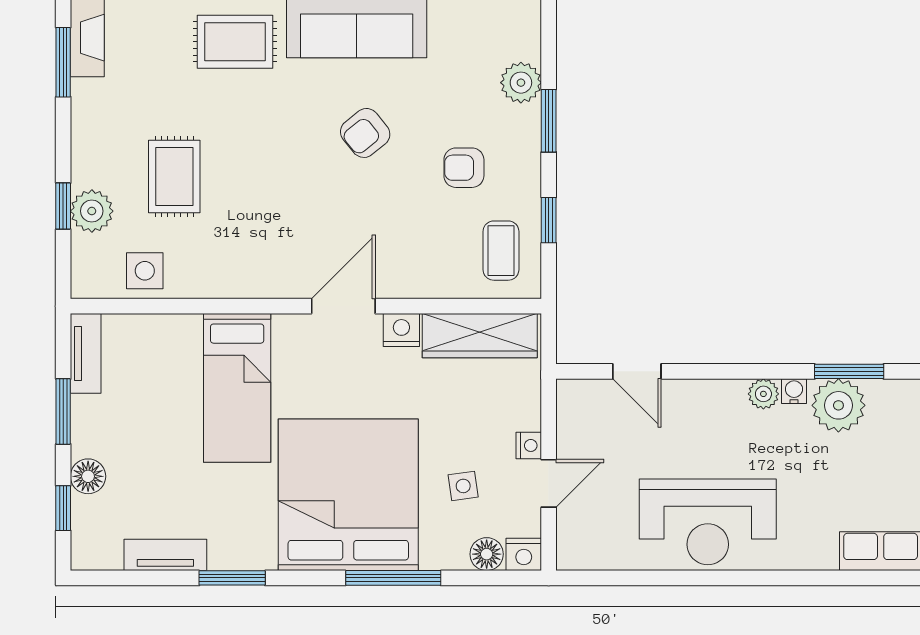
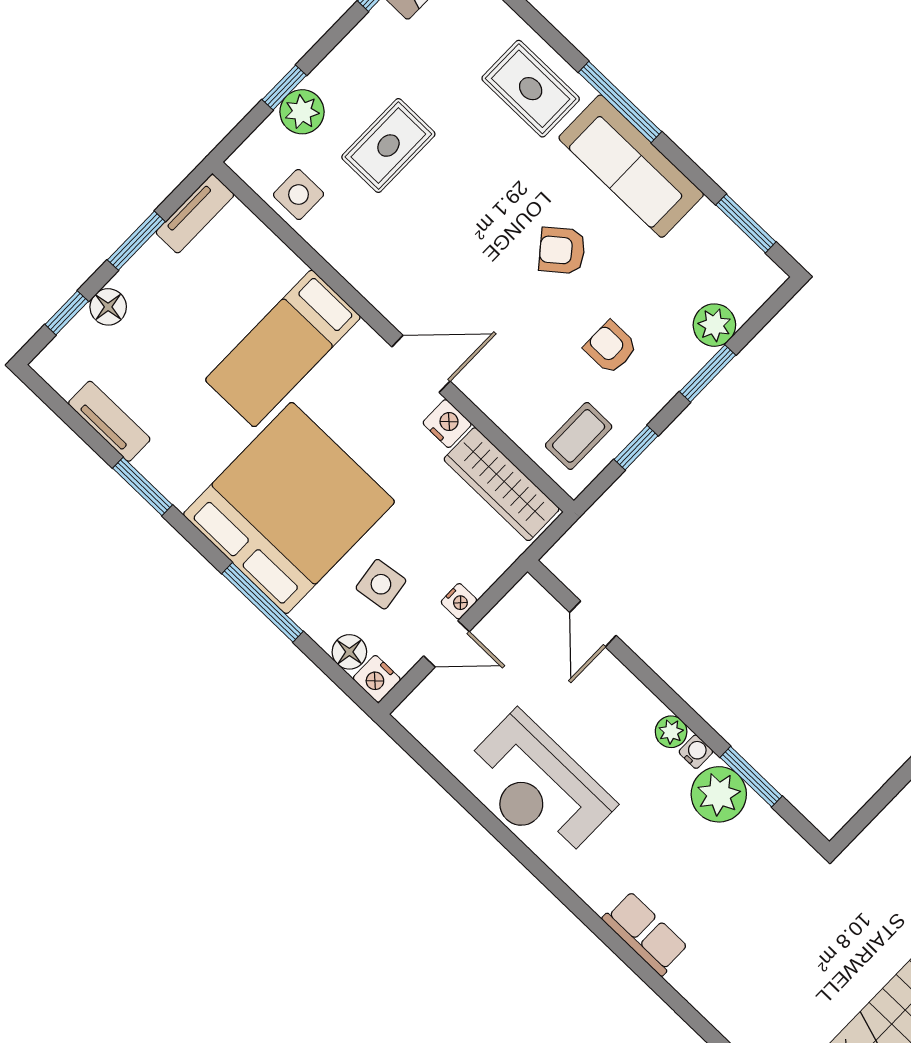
side table: (463, 486) -> (381, 584), width x1.37, depth x1.37

